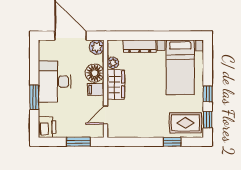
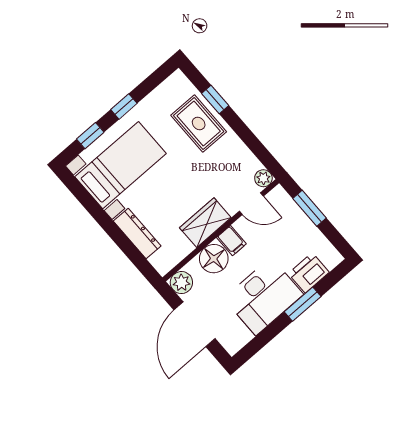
plant: (113, 63) -> (263, 178), moved
window: (208, 120) -> (90, 136), moved
rug: (185, 123) -> (199, 123), moved
printer: (47, 127) -> (309, 273), moved

